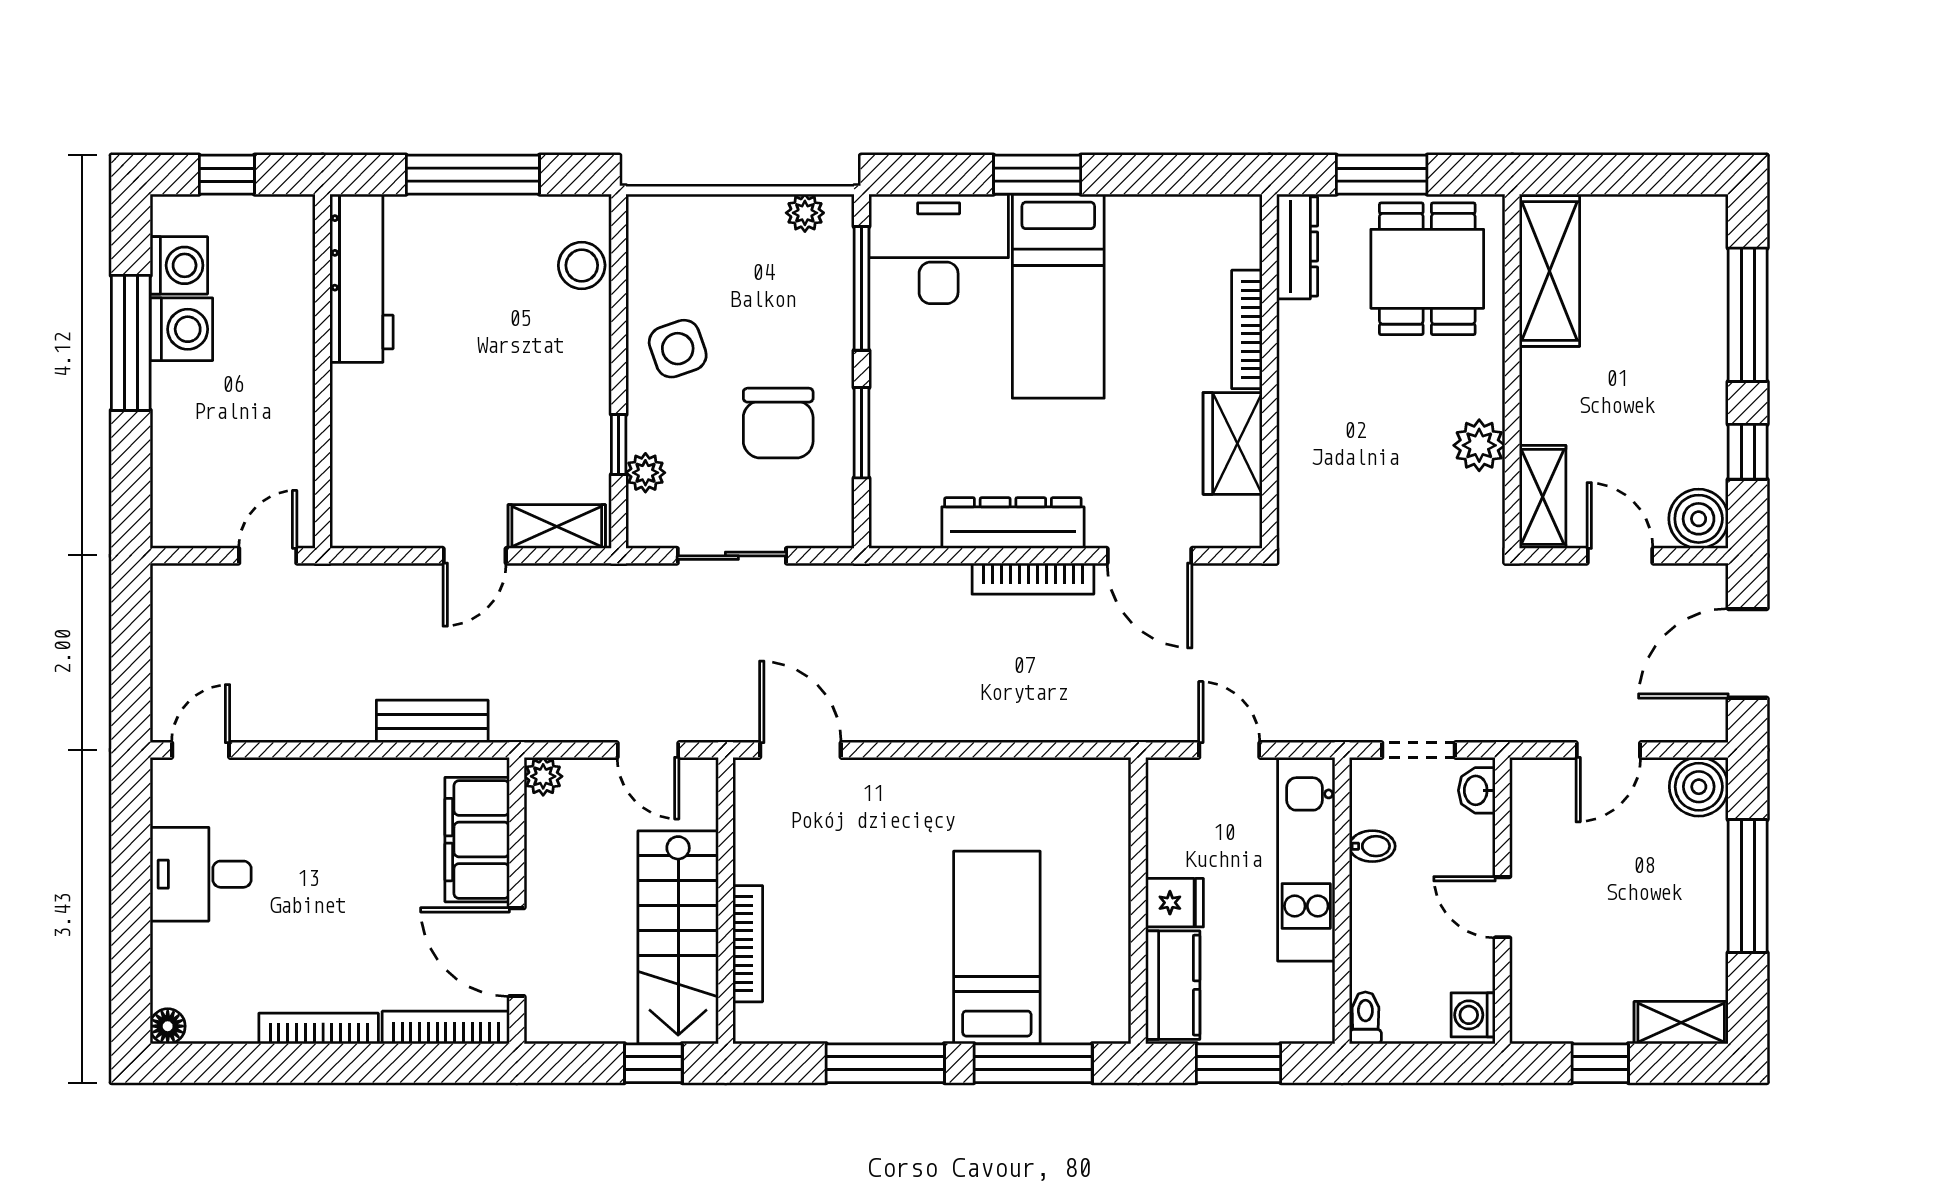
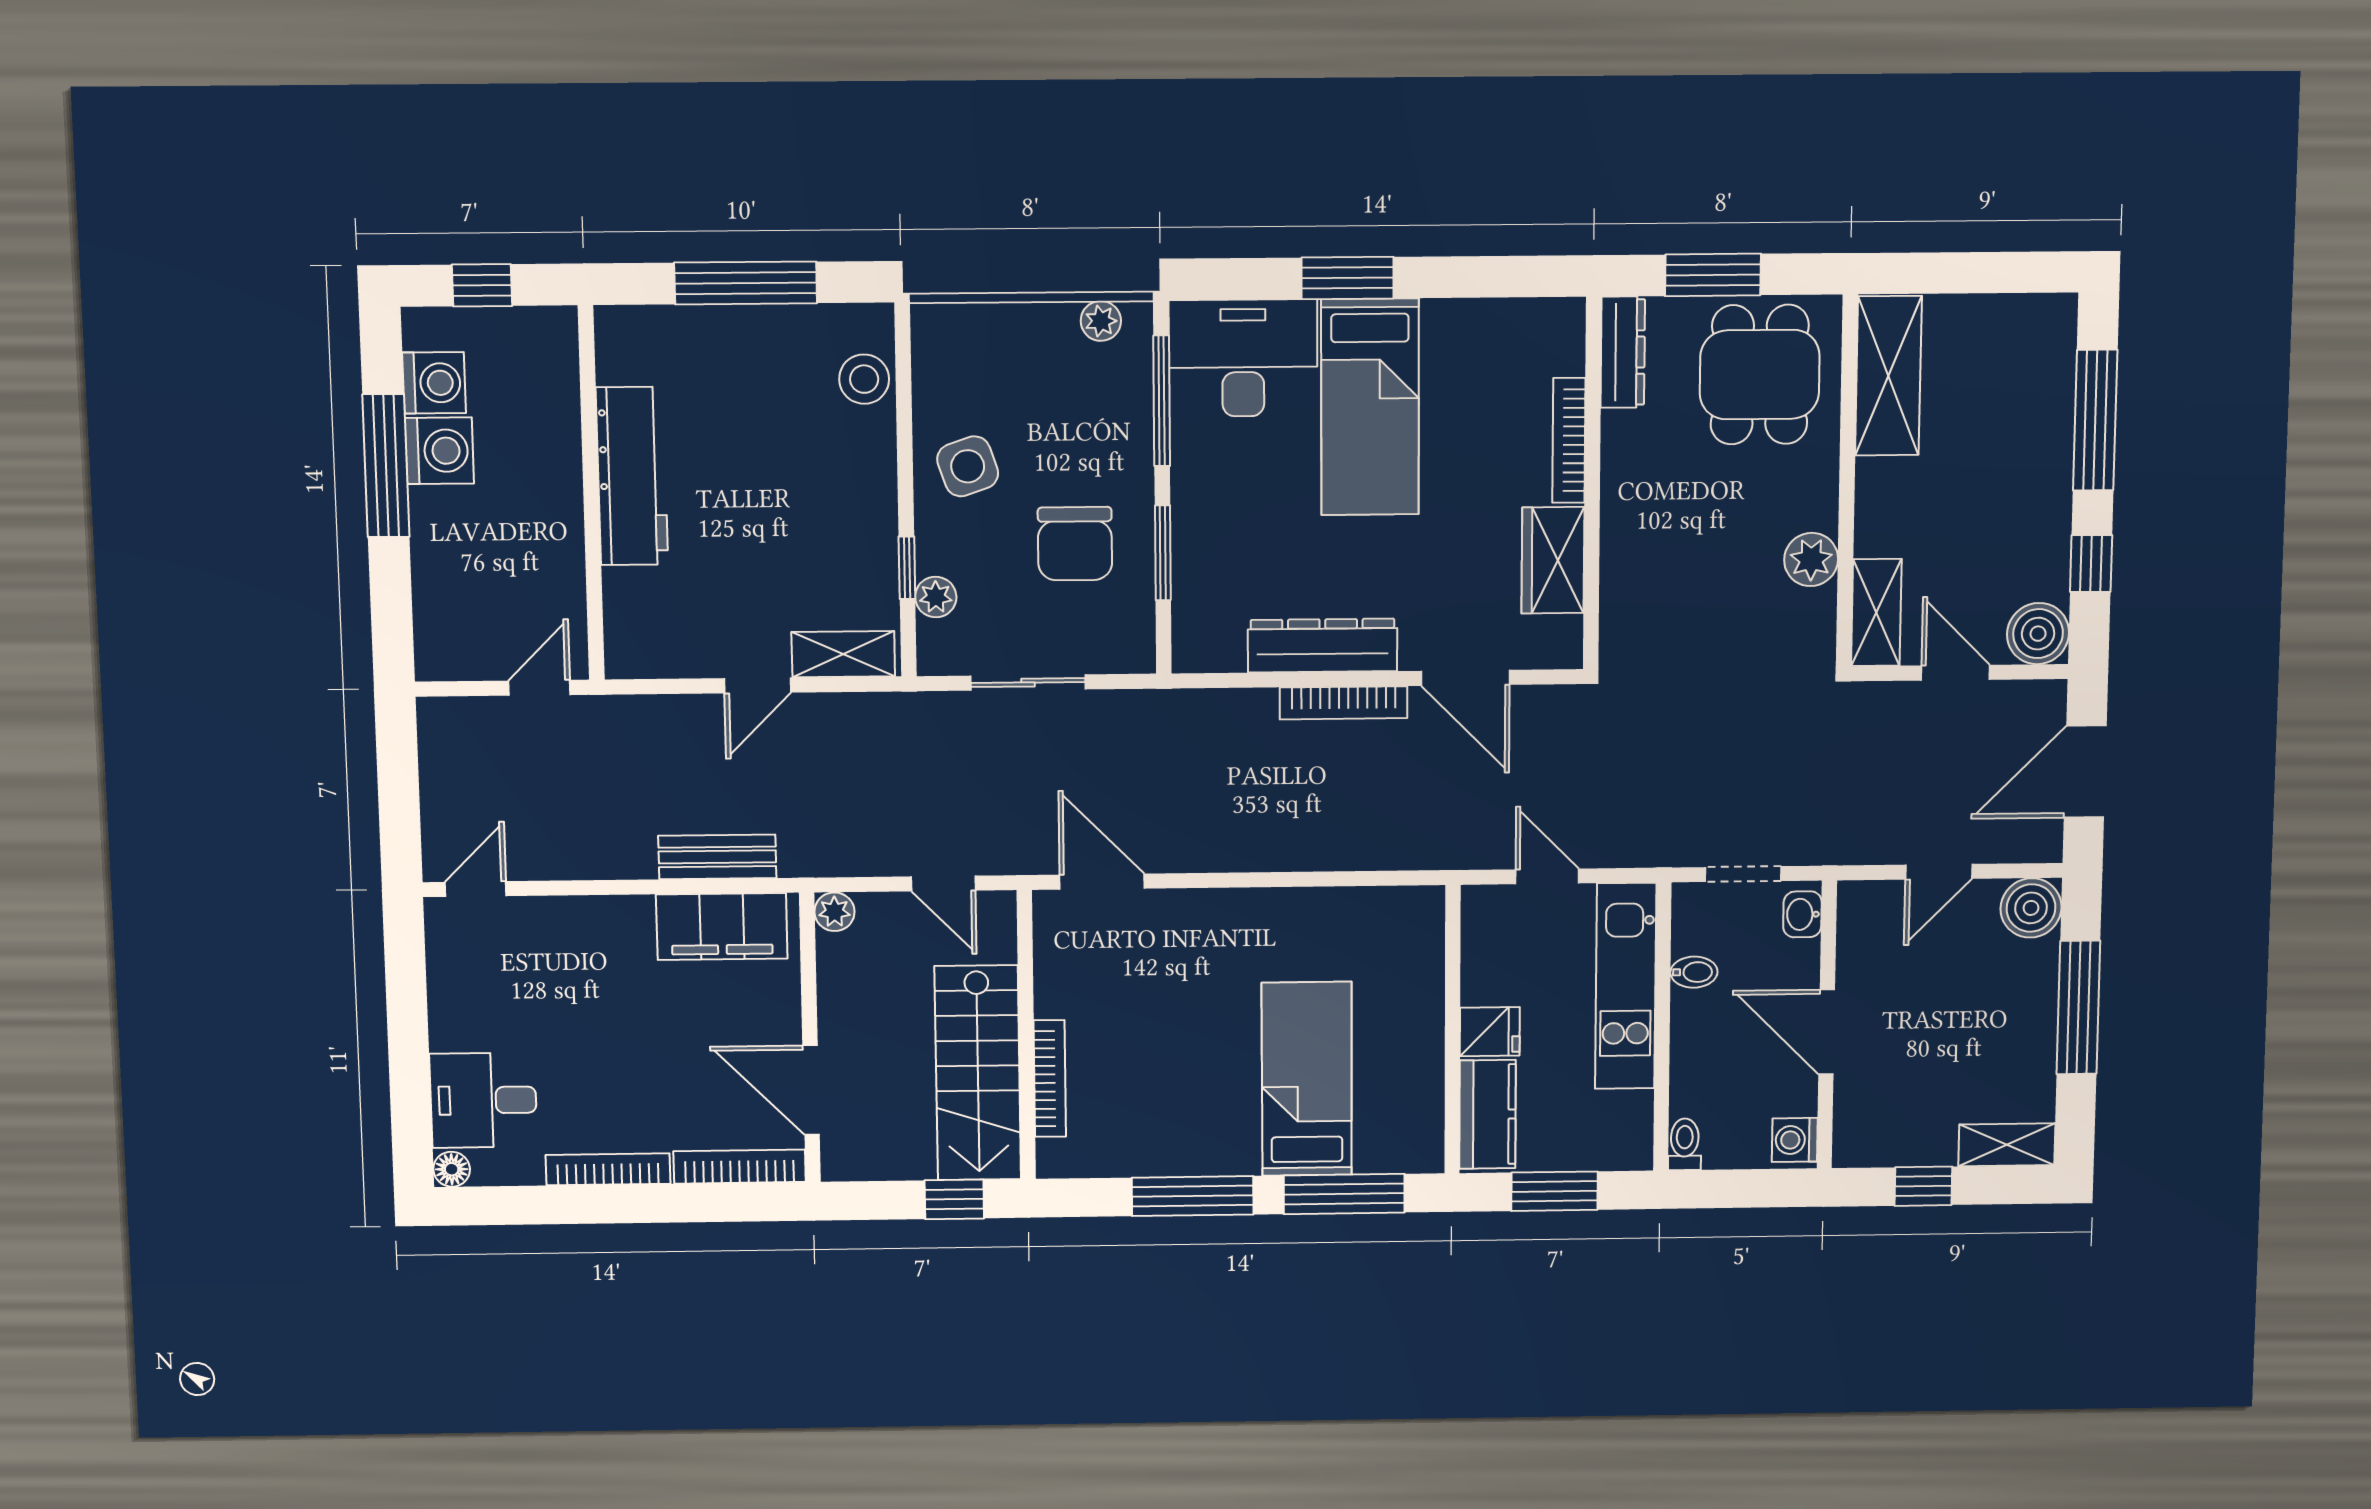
workbench: (361, 278) -> (632, 476), moved
filing cabinet: (477, 840) -> (722, 927), moved, turned -90
desk: (201, 874) -> (483, 1100), moved
door: (1502, 907) -> (1827, 1032), width x1.37

